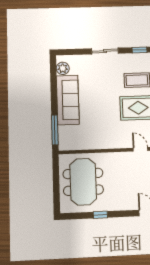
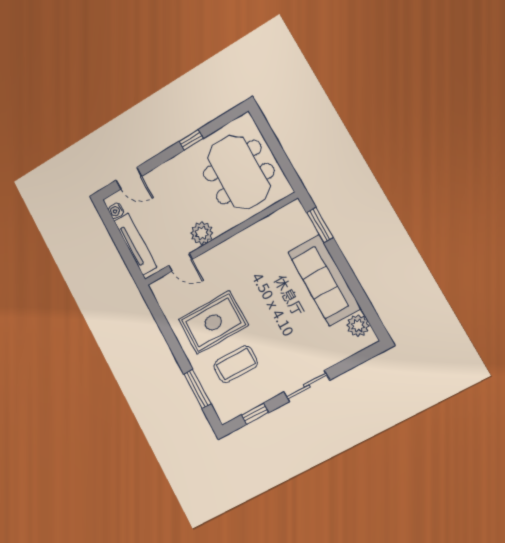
window: (55, 130) -> (320, 225), width x0.69
plant: (120, 159) -> (202, 233), added

